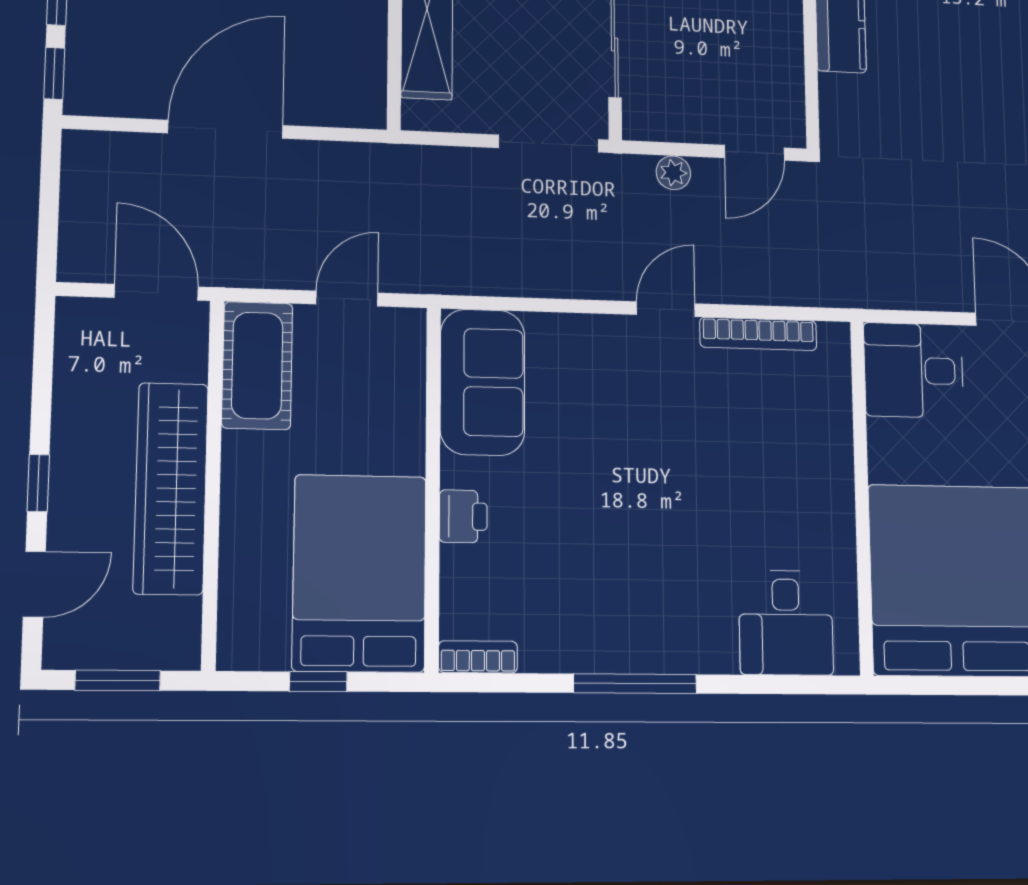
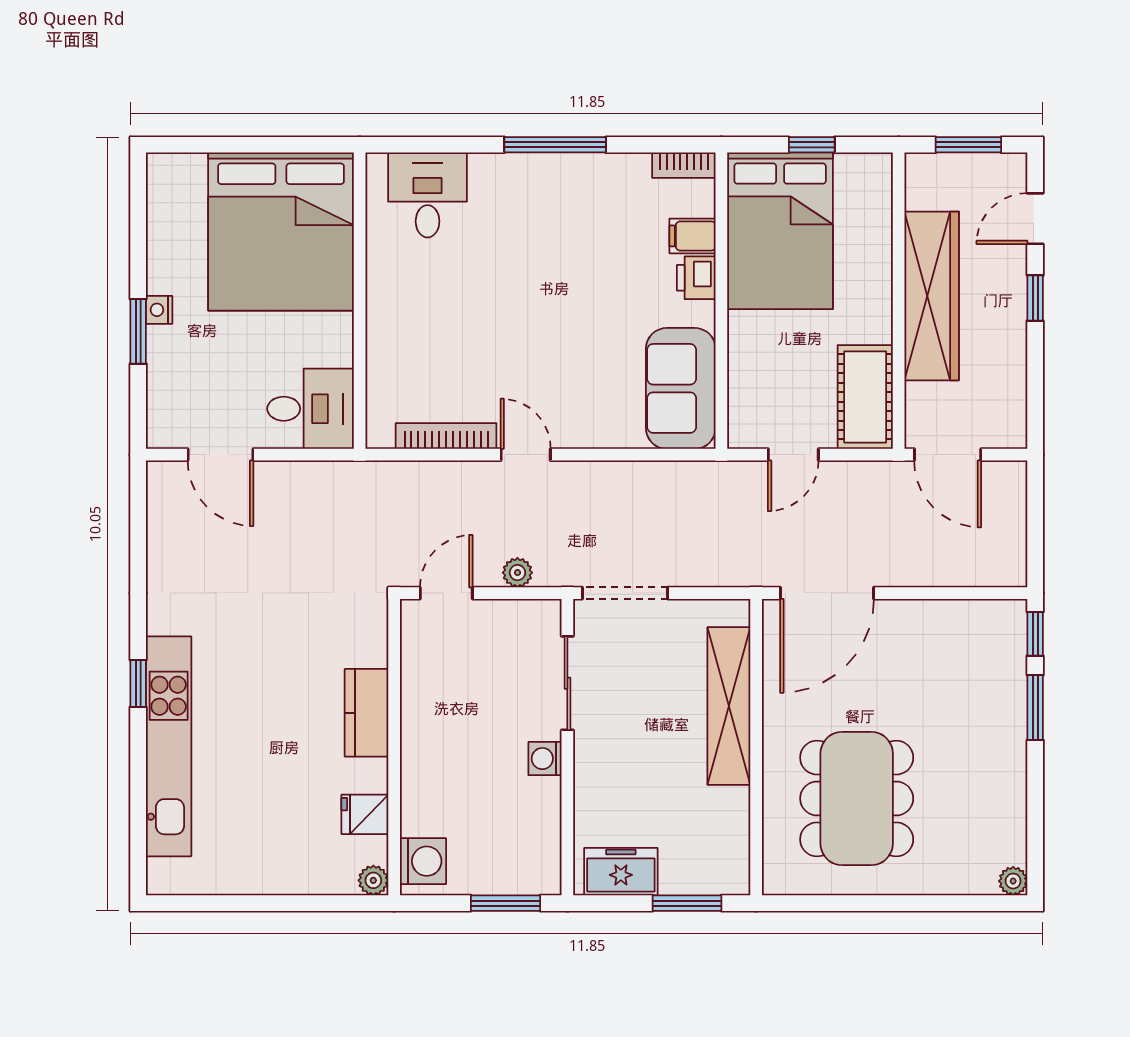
door: (226, 129) -> (827, 593), moved
door: (666, 309) -> (526, 455), swing flipped
filing cabinet: (468, 568) -> (692, 236), added

